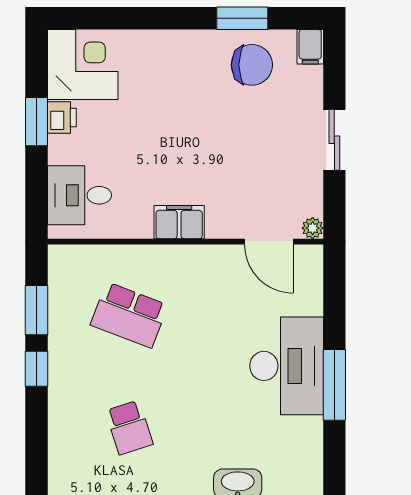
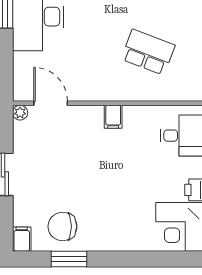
filing cabinet: (179, 222) -> (113, 117), width x0.50

